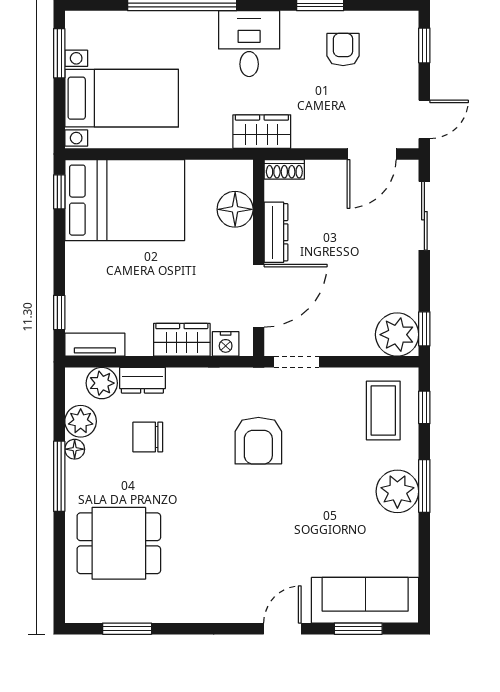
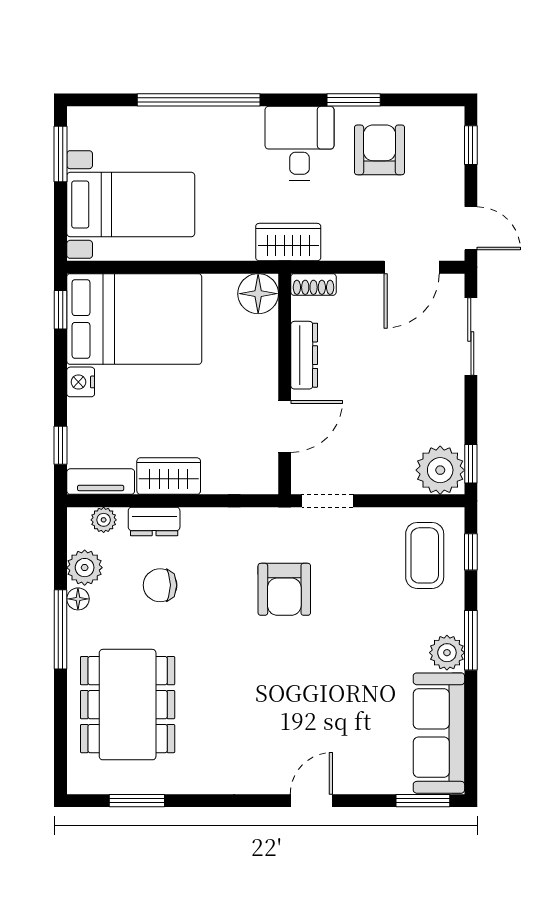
desk: (249, 44) -> (299, 143), moved
armchair: (343, 50) -> (379, 150), width x1.38, depth x1.38
door: (424, 119) -> (471, 228), hinge flipped
floor lamp: (235, 209) -> (258, 294), moved
door: (259, 296) -> (285, 426), width x0.73
wardrobe: (182, 340) -> (169, 476), moved
nightstand: (226, 344) -> (81, 382), moved, turned 90
plant: (102, 383) -> (104, 520), width x0.73, depth x0.73
plant: (397, 491) -> (447, 653), width x0.73, depth x0.73
dining table: (119, 543) -> (128, 705), width x1.38
sofa: (365, 600) -> (439, 733), moved, turned -90
window: (358, 629) -> (423, 801), moved

